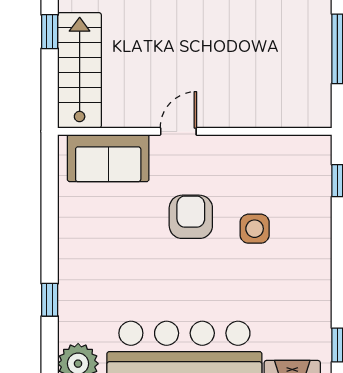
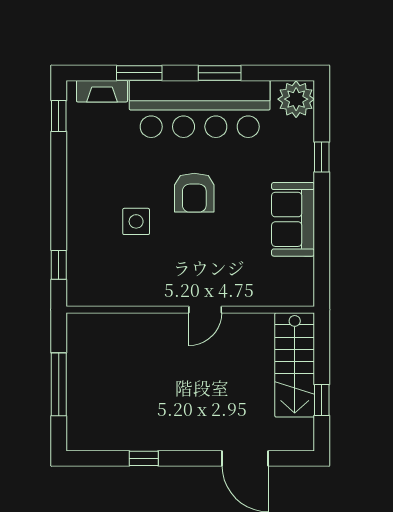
sofa: (108, 158) -> (293, 219), moved, turned -90
armchair: (191, 217) -> (194, 193), moved

